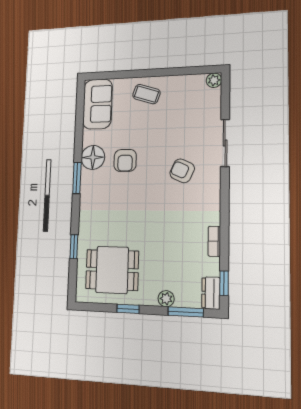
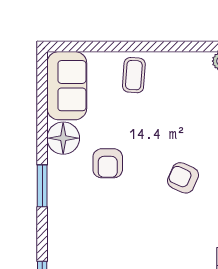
coffee table: (146, 94) -> (134, 75), turned 76
floor lamp: (93, 157) -> (63, 138), moved

